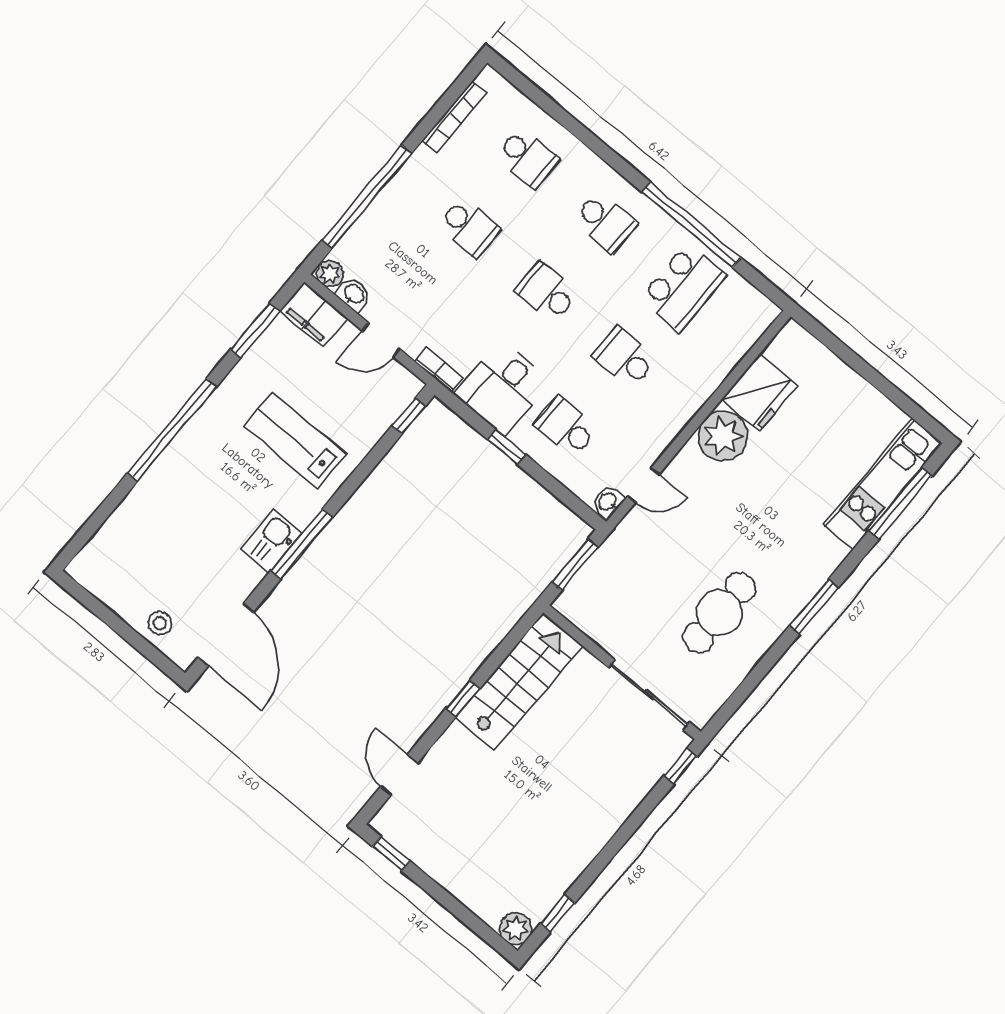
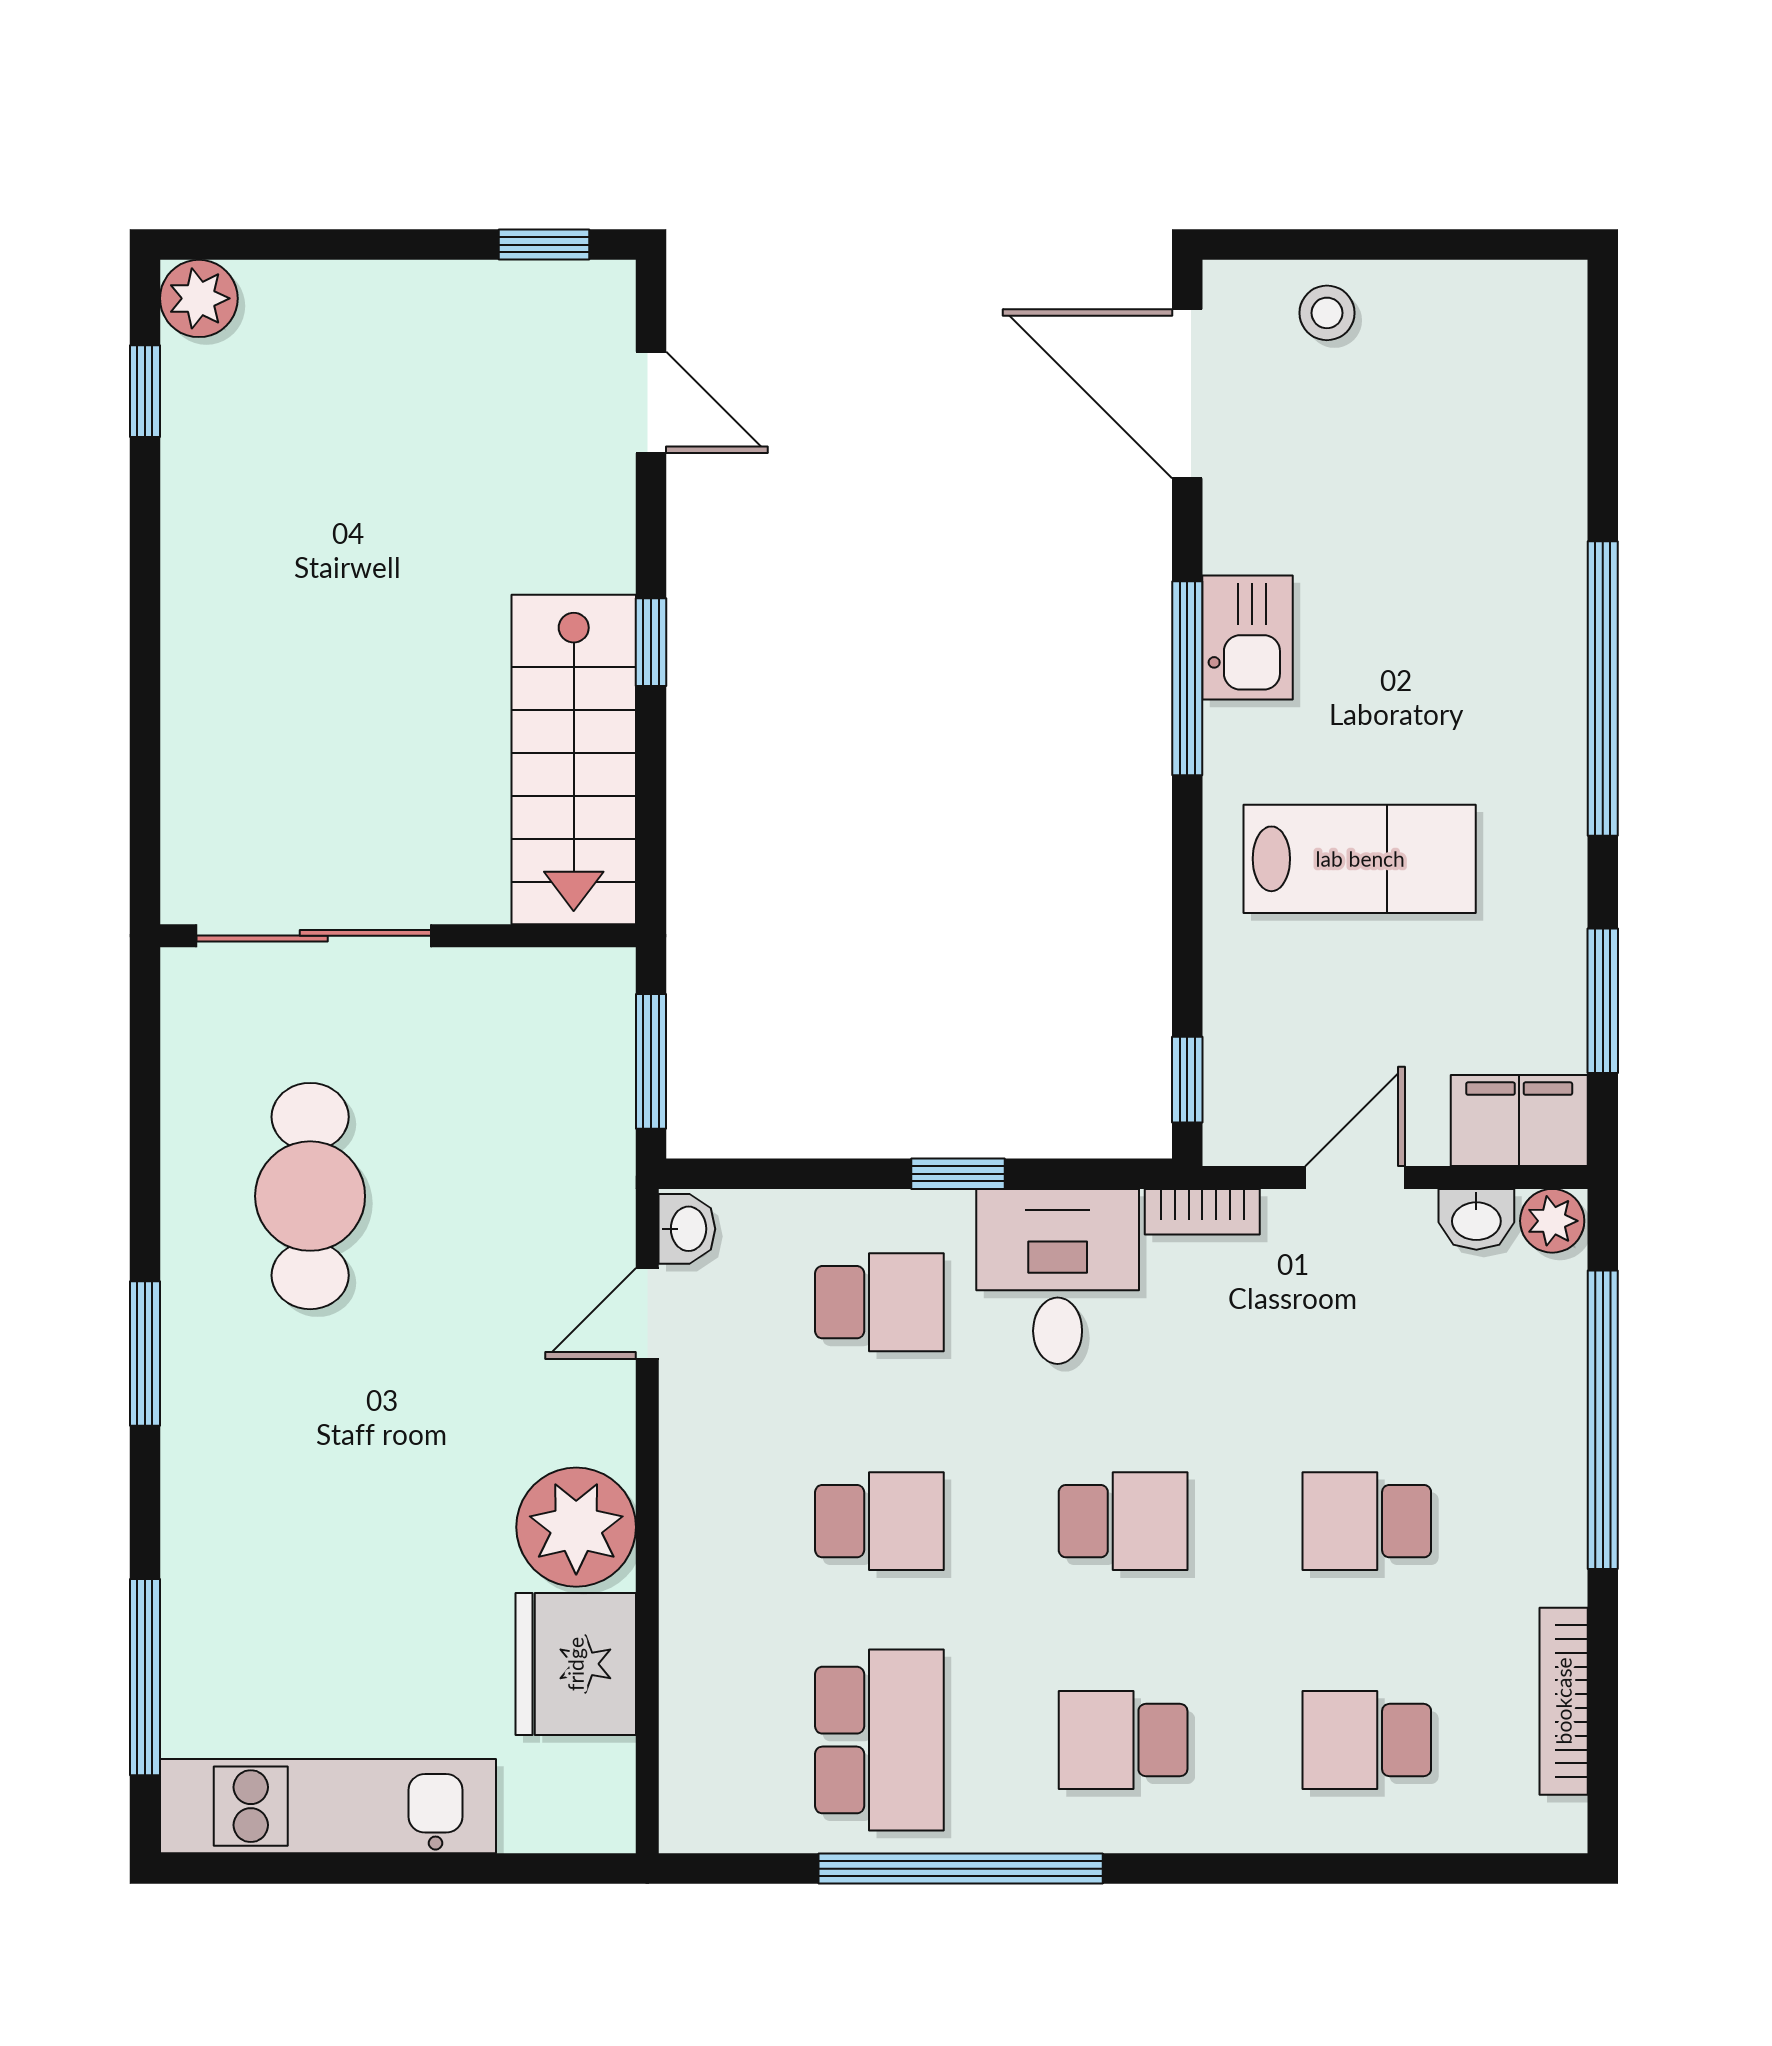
school desk: (683, 287) -> (879, 1740), turned 180
kitchen unit: (883, 484) -> (328, 1806), moved, turned -90
window: (681, 766) -> (145, 853), removed

